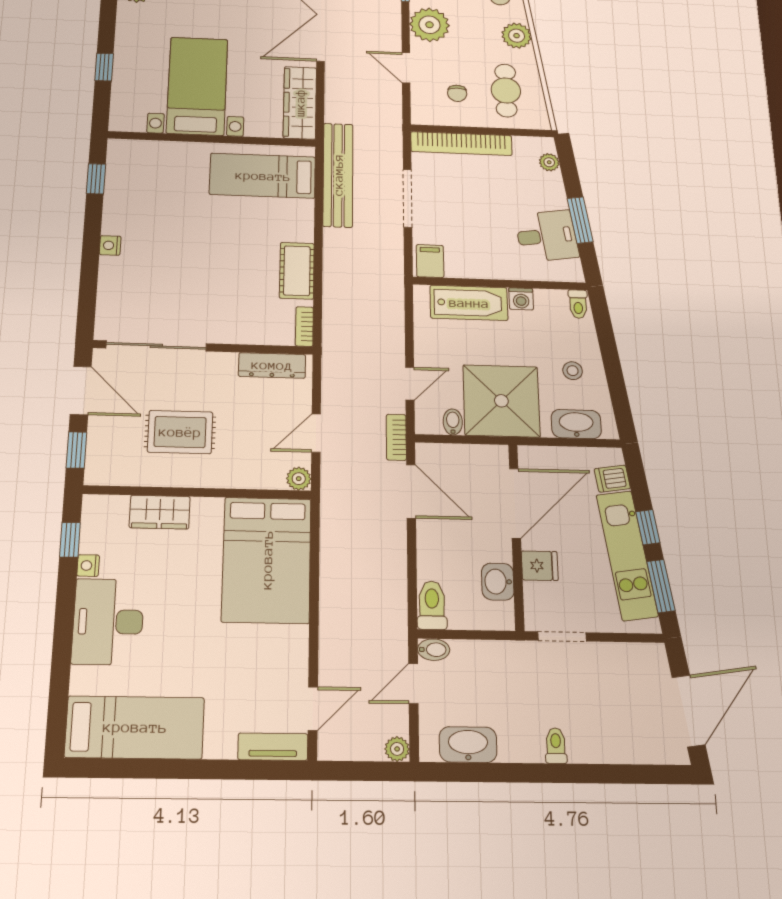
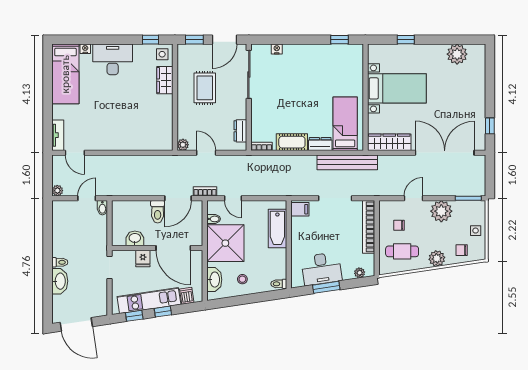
dresser: (301, 220) -> (320, 144), added
desk: (547, 236) -> (321, 269), width x1.37
nightstand: (110, 245) -> (277, 49), moved
washing machine: (521, 299) -> (281, 255), removed
dresser: (272, 365) -> (240, 131), width x0.70
side table: (103, 516) -> (162, 54), added
bed: (267, 560) -> (143, 130), removed
nightstand: (88, 566) -> (85, 49), moved
window: (661, 586) -> (134, 316), width x0.67
toilet: (432, 605) -> (158, 212), moved, turned 90
door: (413, 684) -> (87, 198), hinge flipped
washbasin: (468, 745) -> (60, 281), moved

